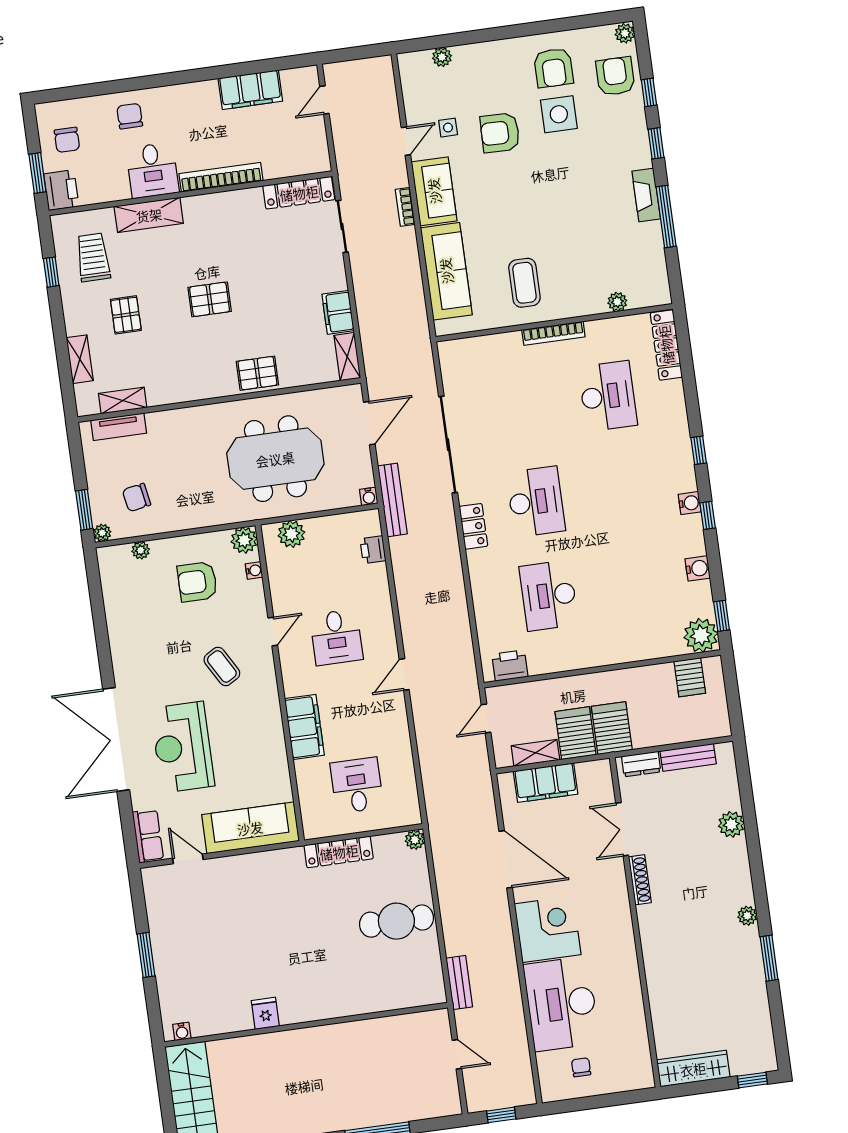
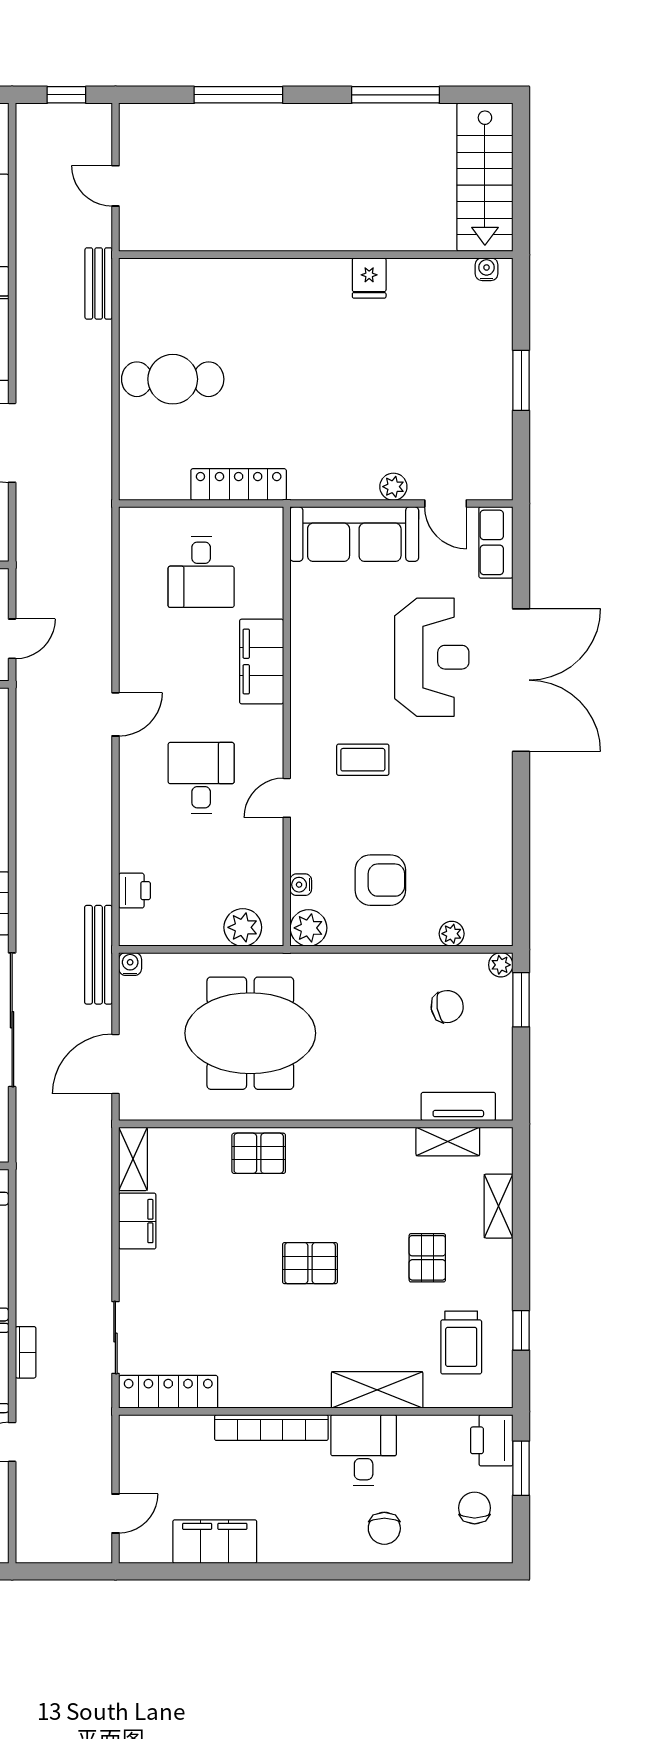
coffee table: (222, 666) -> (363, 760), turned -60
plant: (415, 840) -> (393, 487), moved

